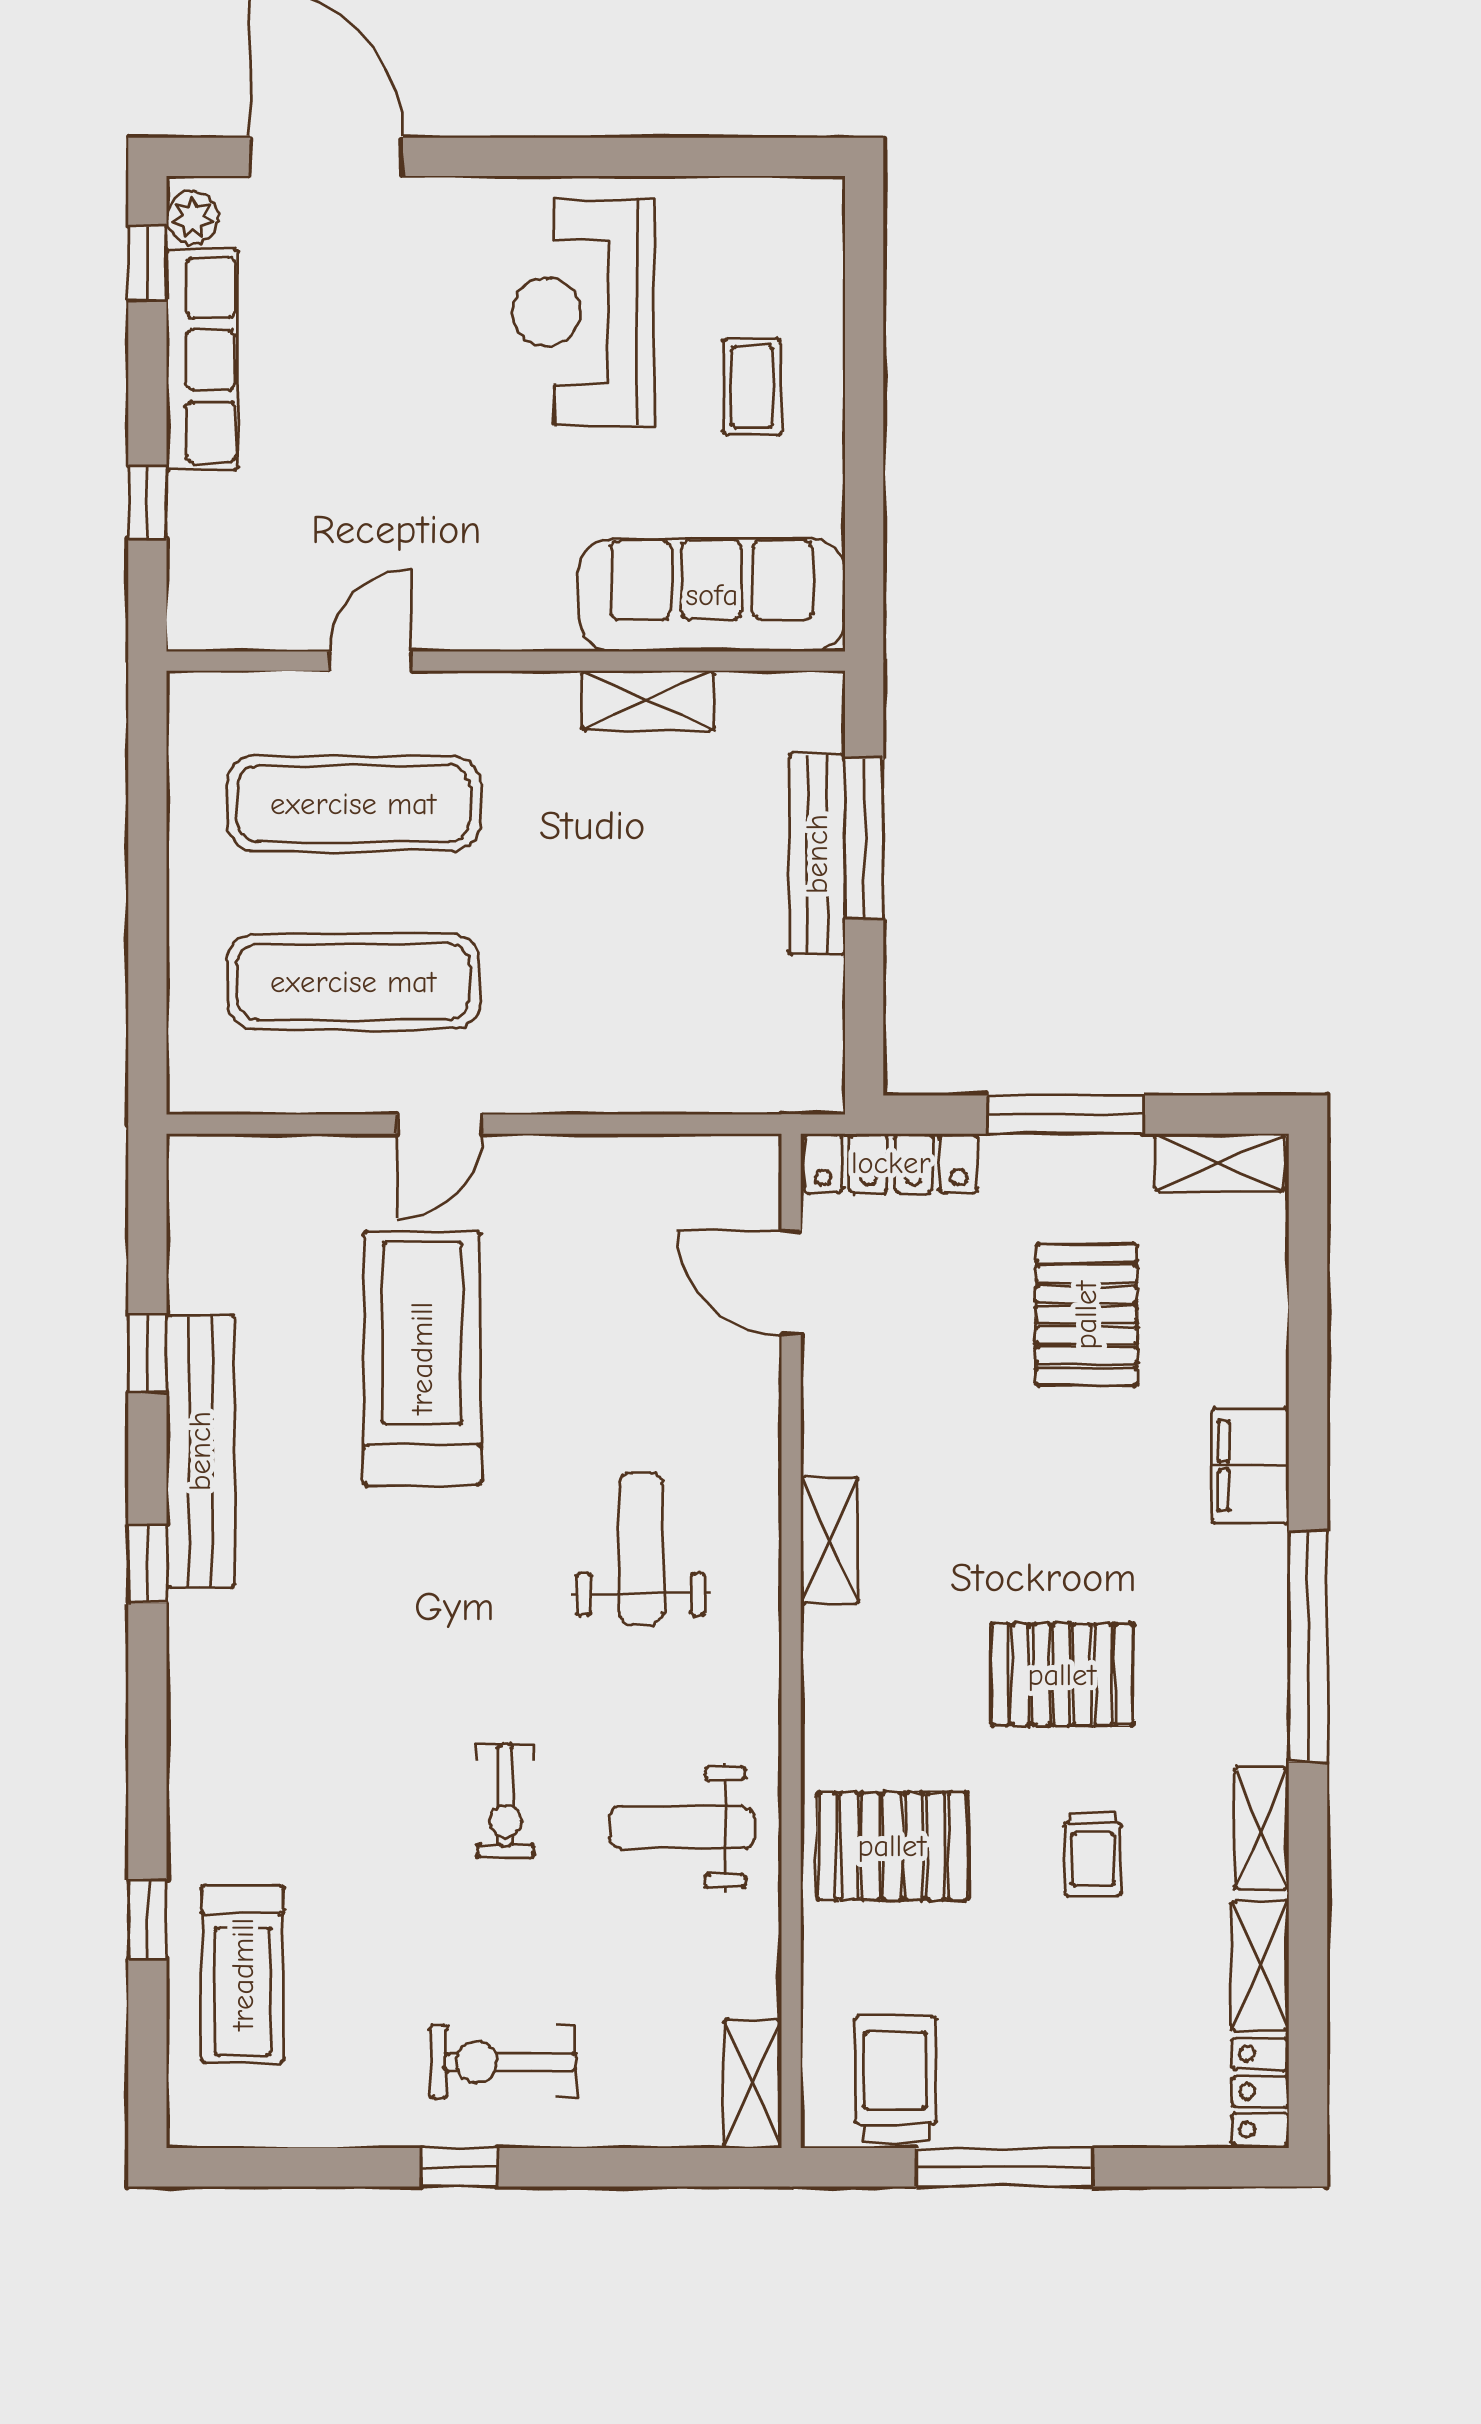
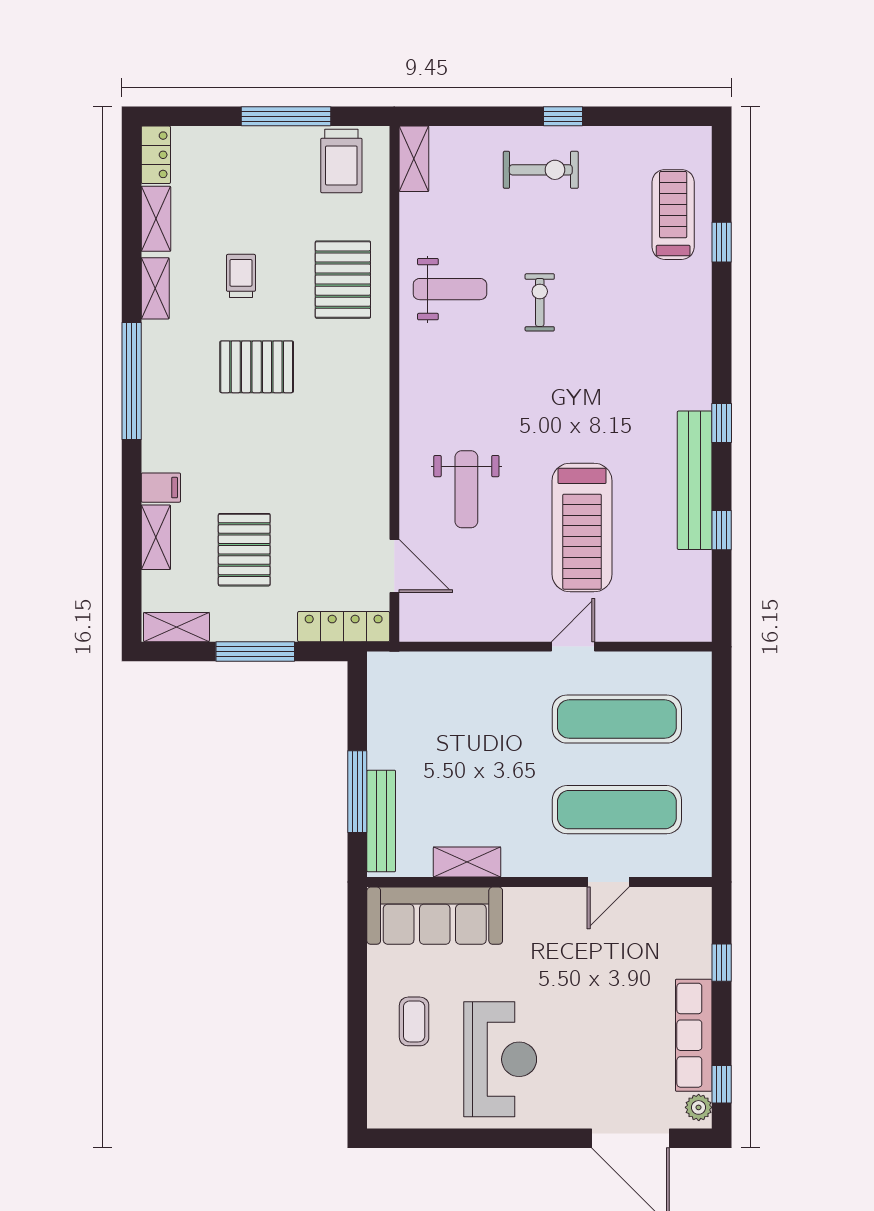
bench: (817, 854) -> (381, 821), moved
filing cabinet: (1250, 1466) -> (161, 488), width x0.50
shelving: (829, 1540) -> (156, 537), moved
weight bench: (641, 1549) -> (466, 489), moved
pallet: (892, 1846) -> (343, 280), turned 90

